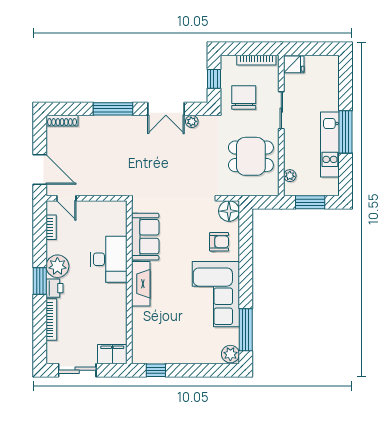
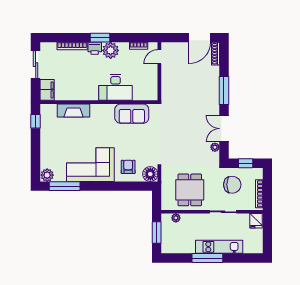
kitchen unit: (330, 144) -> (219, 247), moved
door: (40, 170) -> (200, 38), moved
armchair: (219, 242) -> (128, 167), turned 180
fireplace: (141, 284) -> (74, 110), moved

